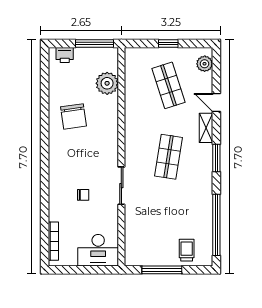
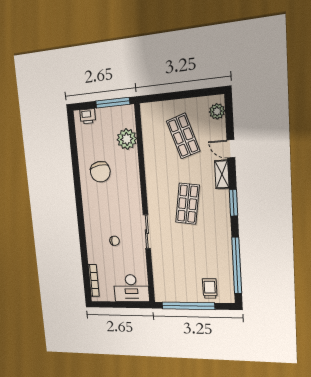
window: (168, 44) -> (180, 95), removed
window: (162, 270) -> (188, 306), width x1.46

